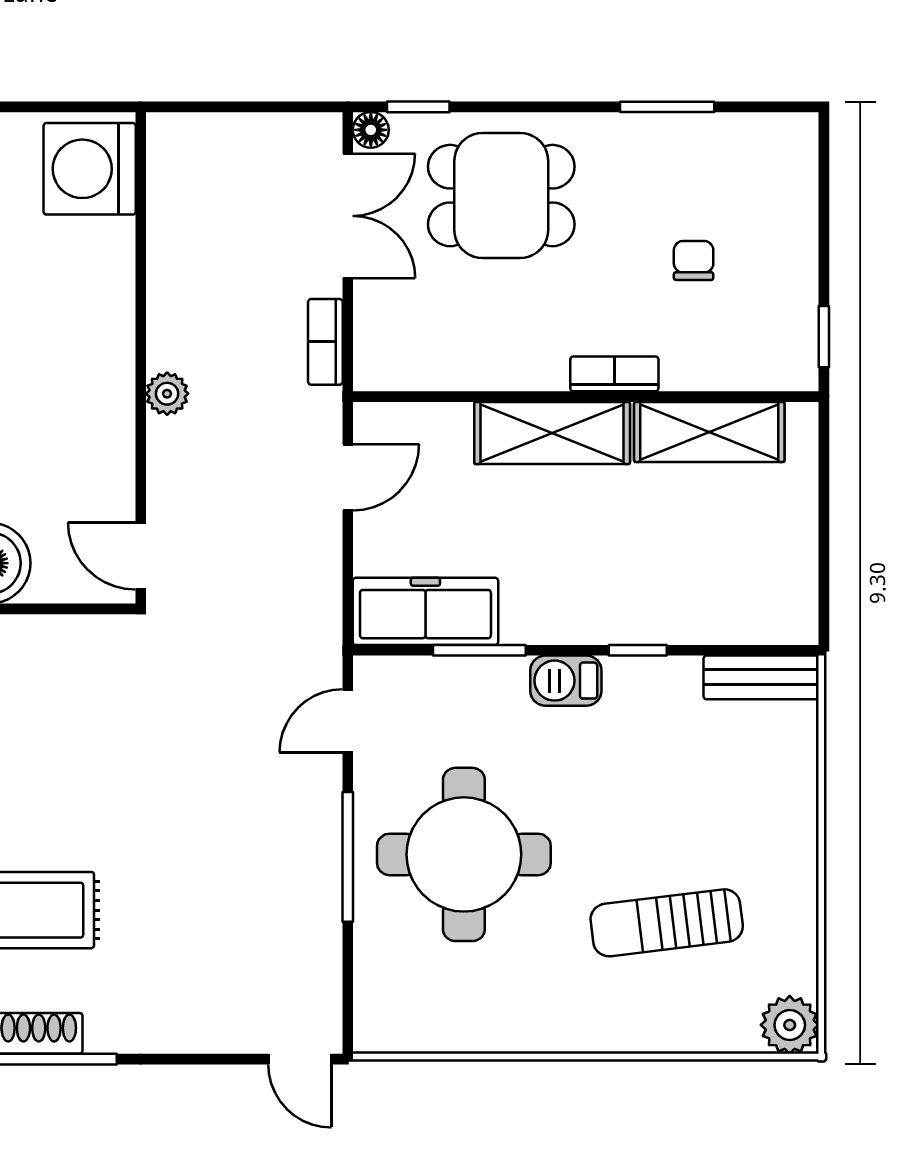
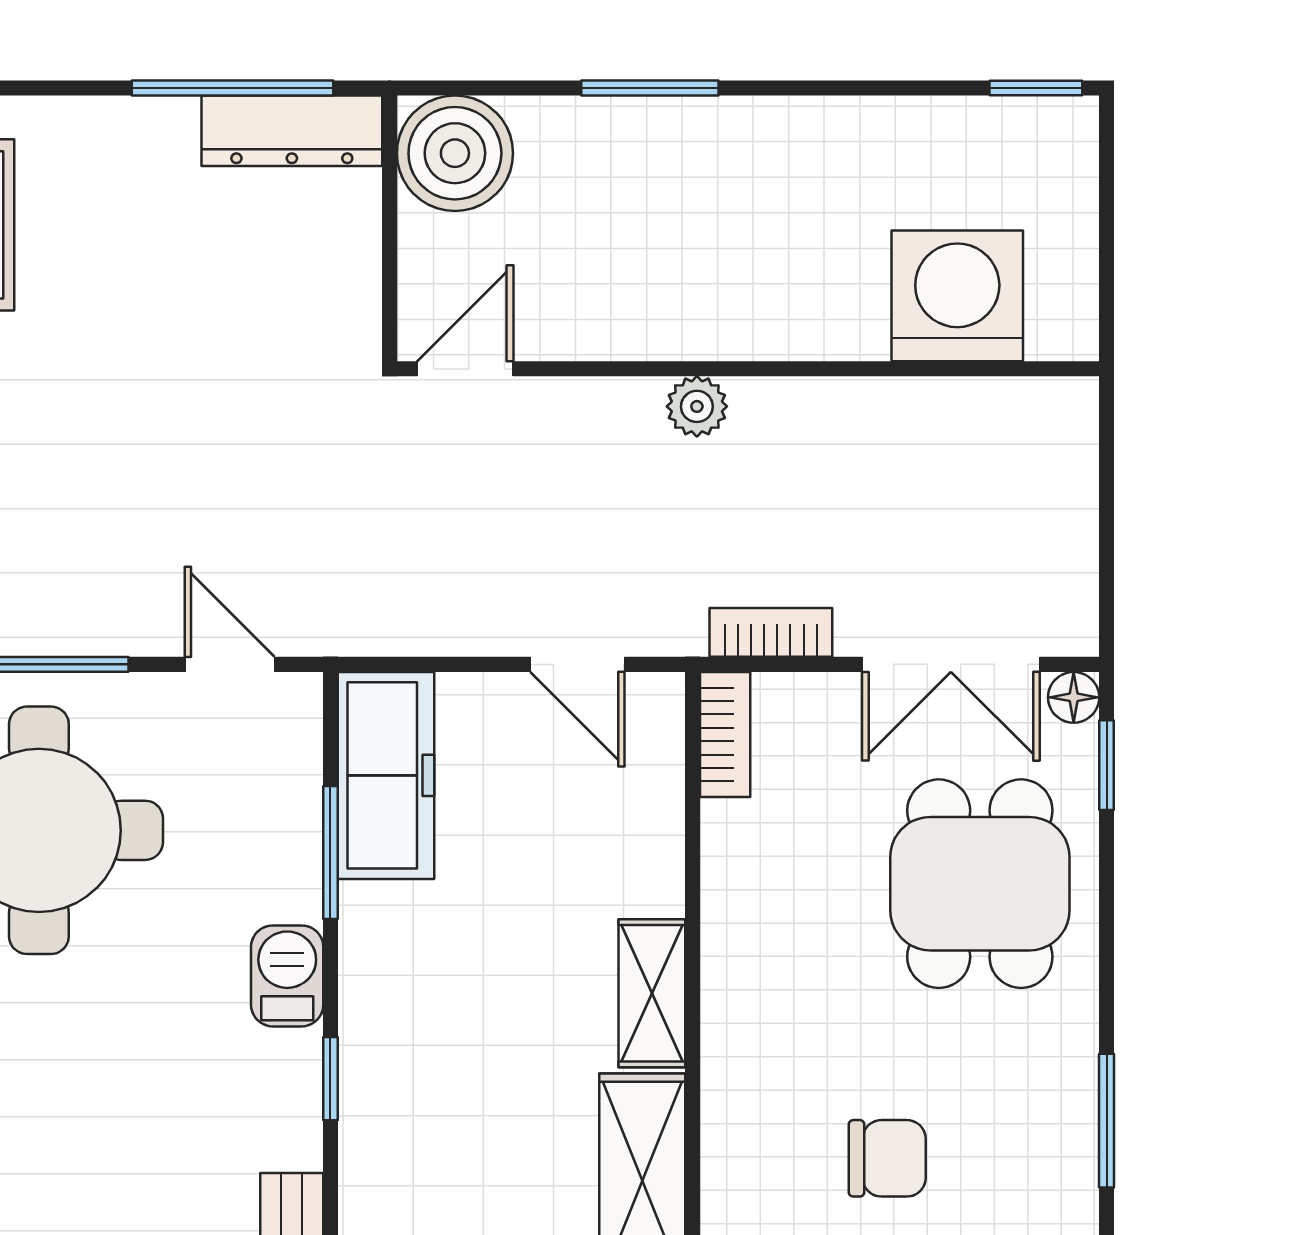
washing machine: (90, 169) -> (957, 296), moved
chair: (694, 260) -> (887, 1158), width x1.37, depth x1.37
bookcase: (614, 374) -> (725, 734), moved
shelving: (552, 433) -> (652, 993), width x0.67, depth x0.75

